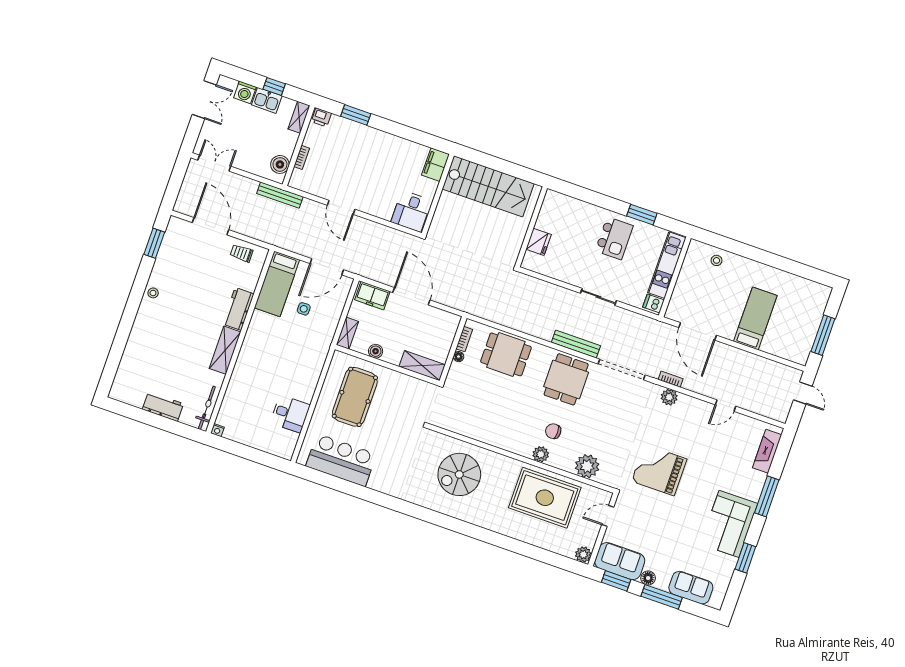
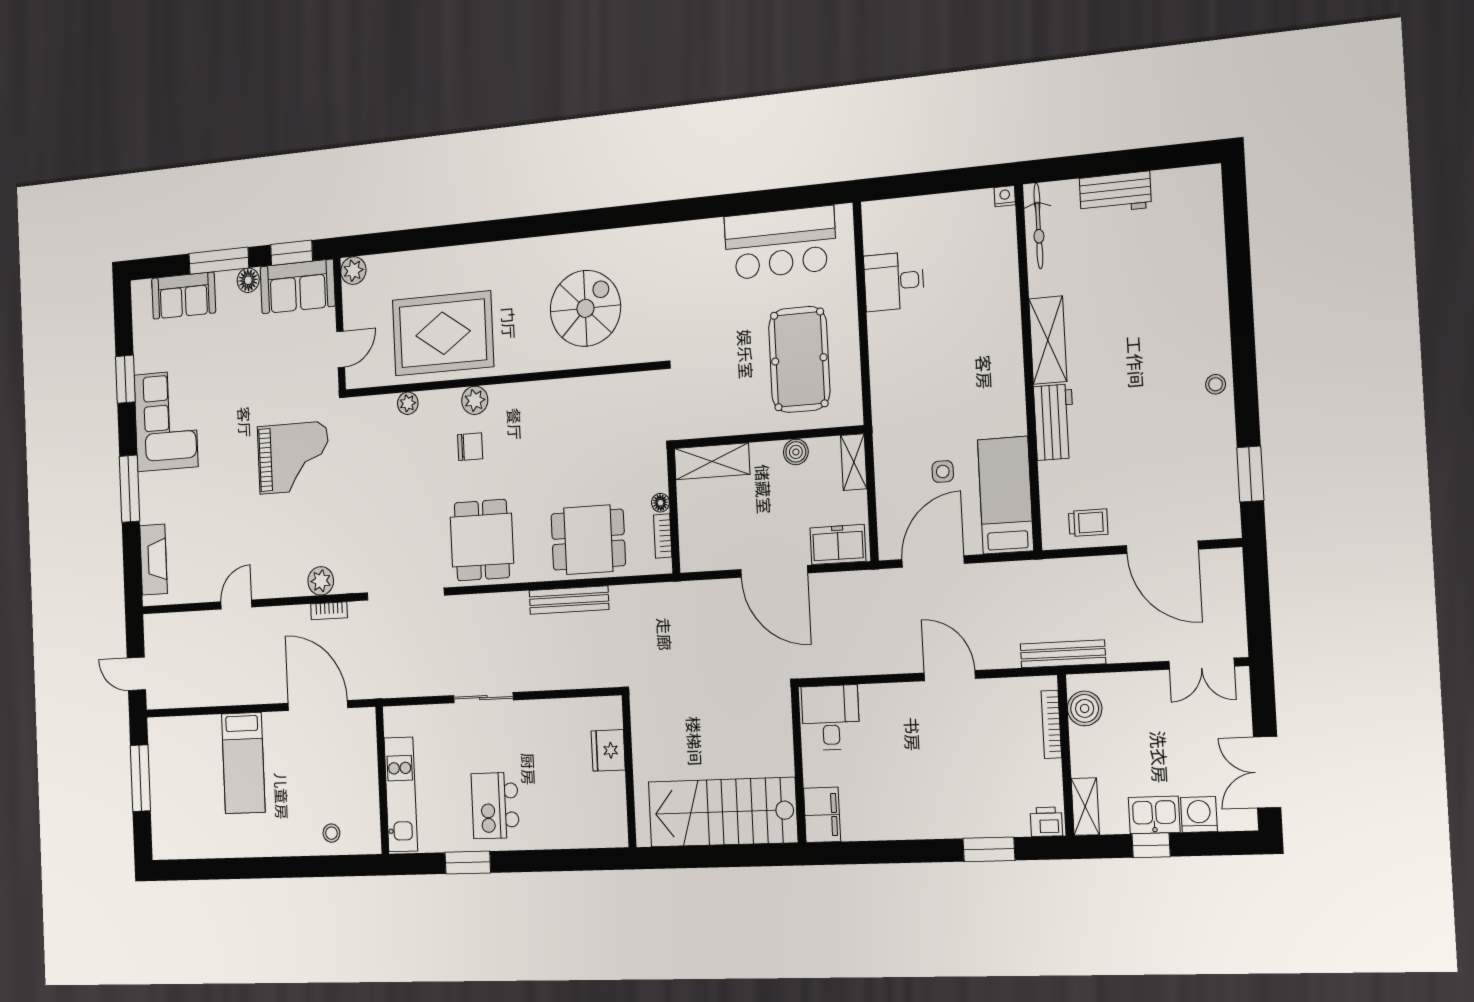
bookcase: (302, 157) -> (1051, 724), width x1.56
dishwasher: (654, 303) -> (398, 723), removed
bench: (576, 344) -> (569, 600), moved
plant: (587, 466) -> (408, 403), width x0.53, depth x0.53

